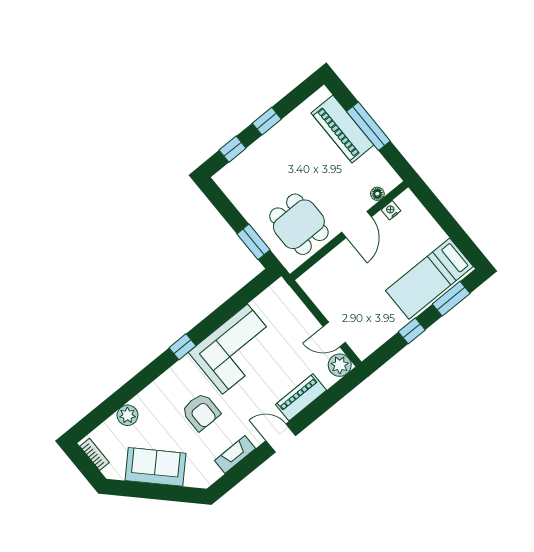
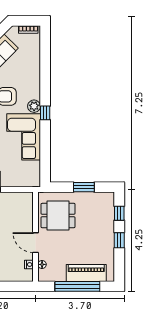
window: (368, 126) -> (77, 286), width x1.46
window: (253, 242) -> (84, 187), moved
plant: (127, 415) -> (34, 106), moved

